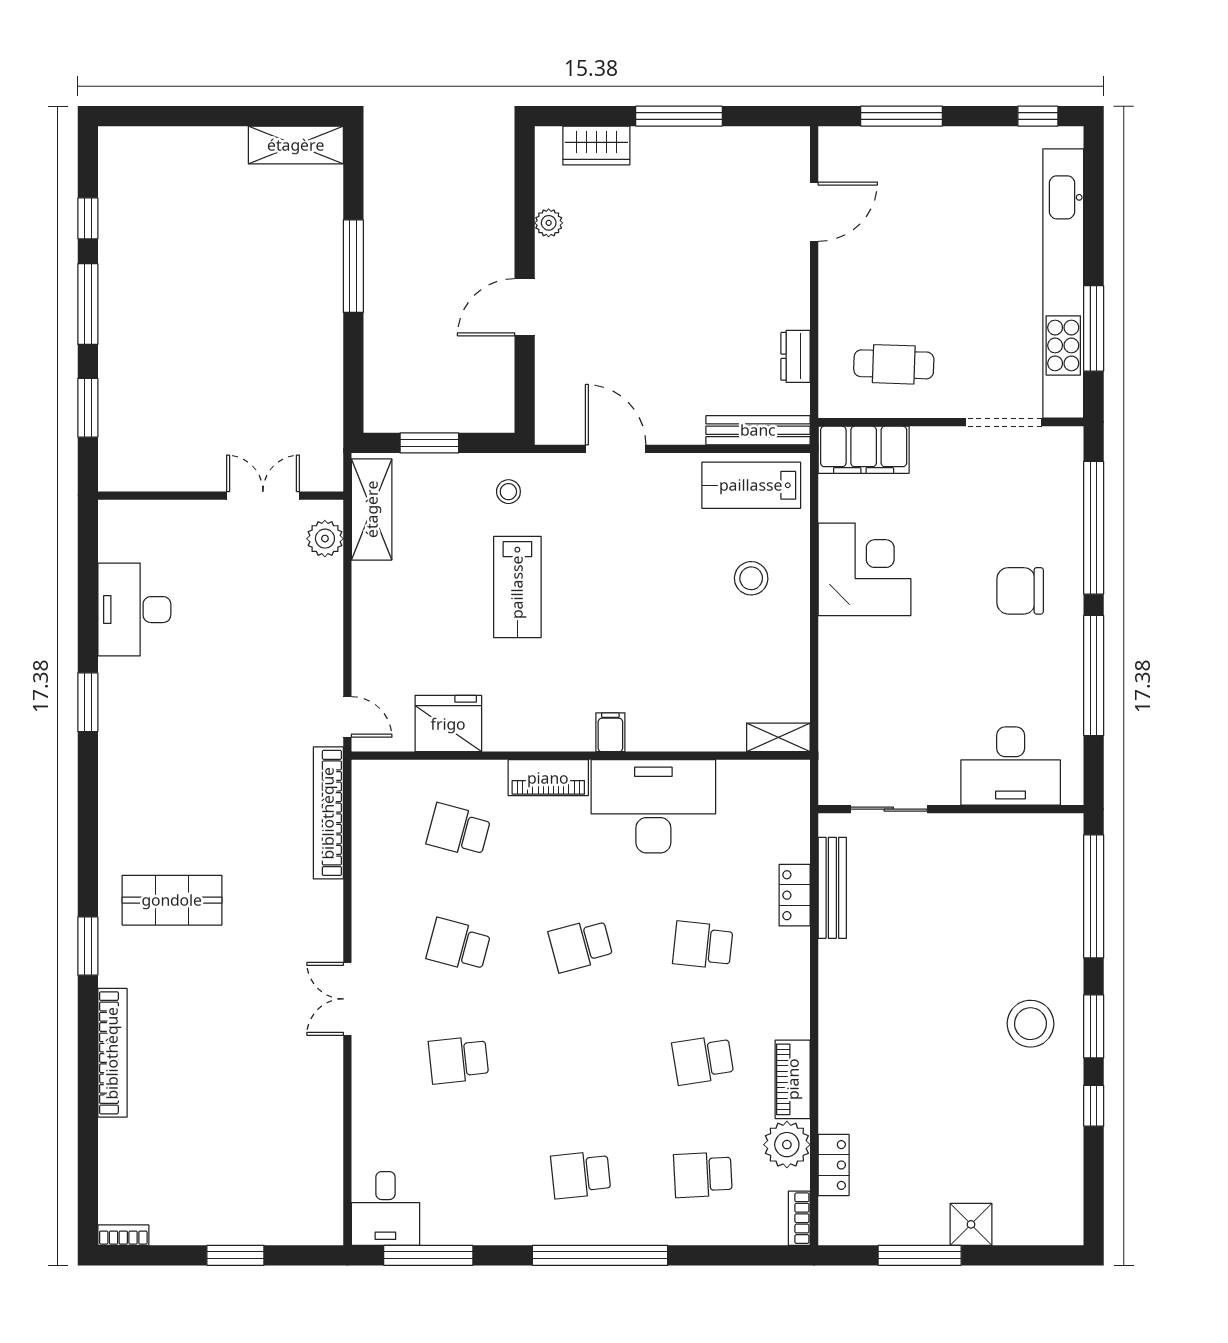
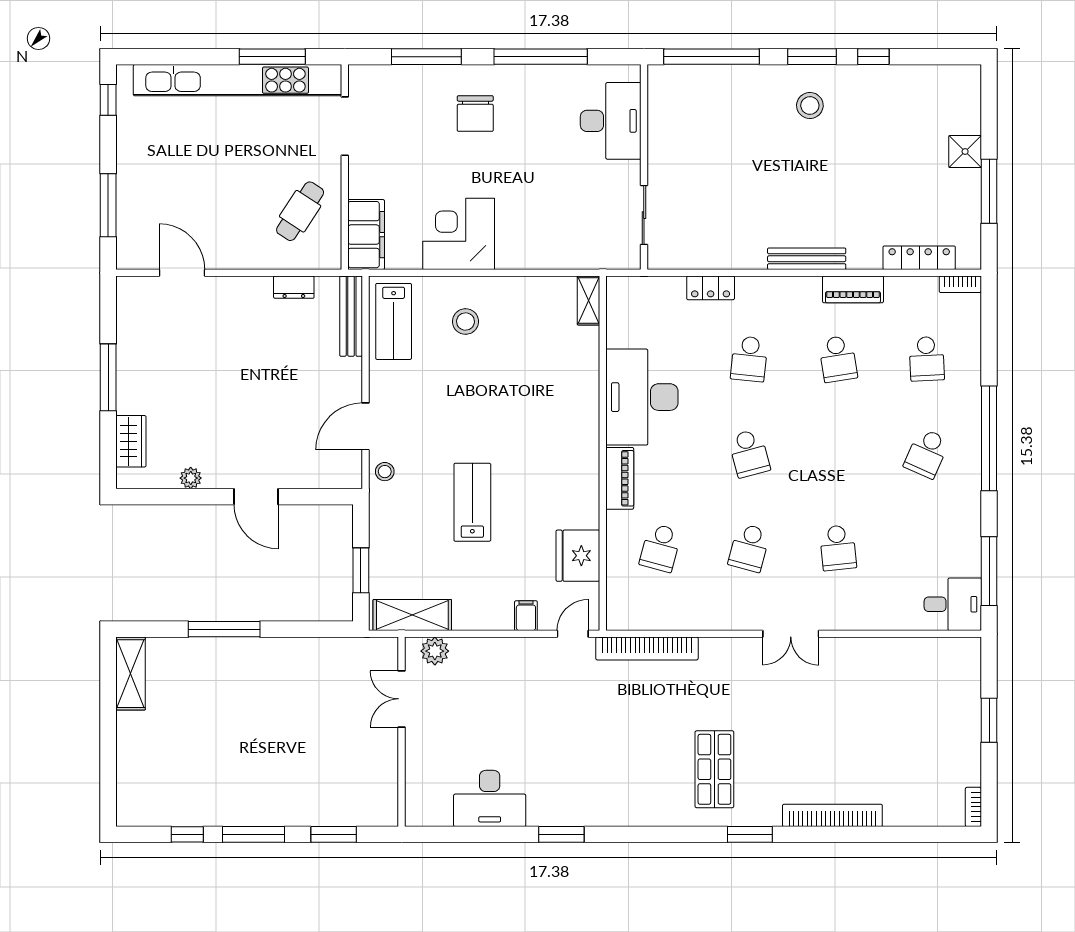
cafe table: (894, 364) -> (300, 211), turned 31
stool: (508, 492) -> (385, 472), moved
window: (1094, 528) -> (426, 57), width x0.68
lab bench: (517, 587) -> (472, 502), turned -90
filing cabinet: (610, 732) -> (526, 616), moved, turned 90
bench: (832, 888) -> (807, 259), moved
stool: (1030, 1024) -> (810, 105), width x0.73, depth x0.73
plant: (787, 1145) -> (903, 294), removed
locker: (834, 1165) -> (919, 258), width x1.53
school desk: (581, 1175) -> (927, 453), turned 30

